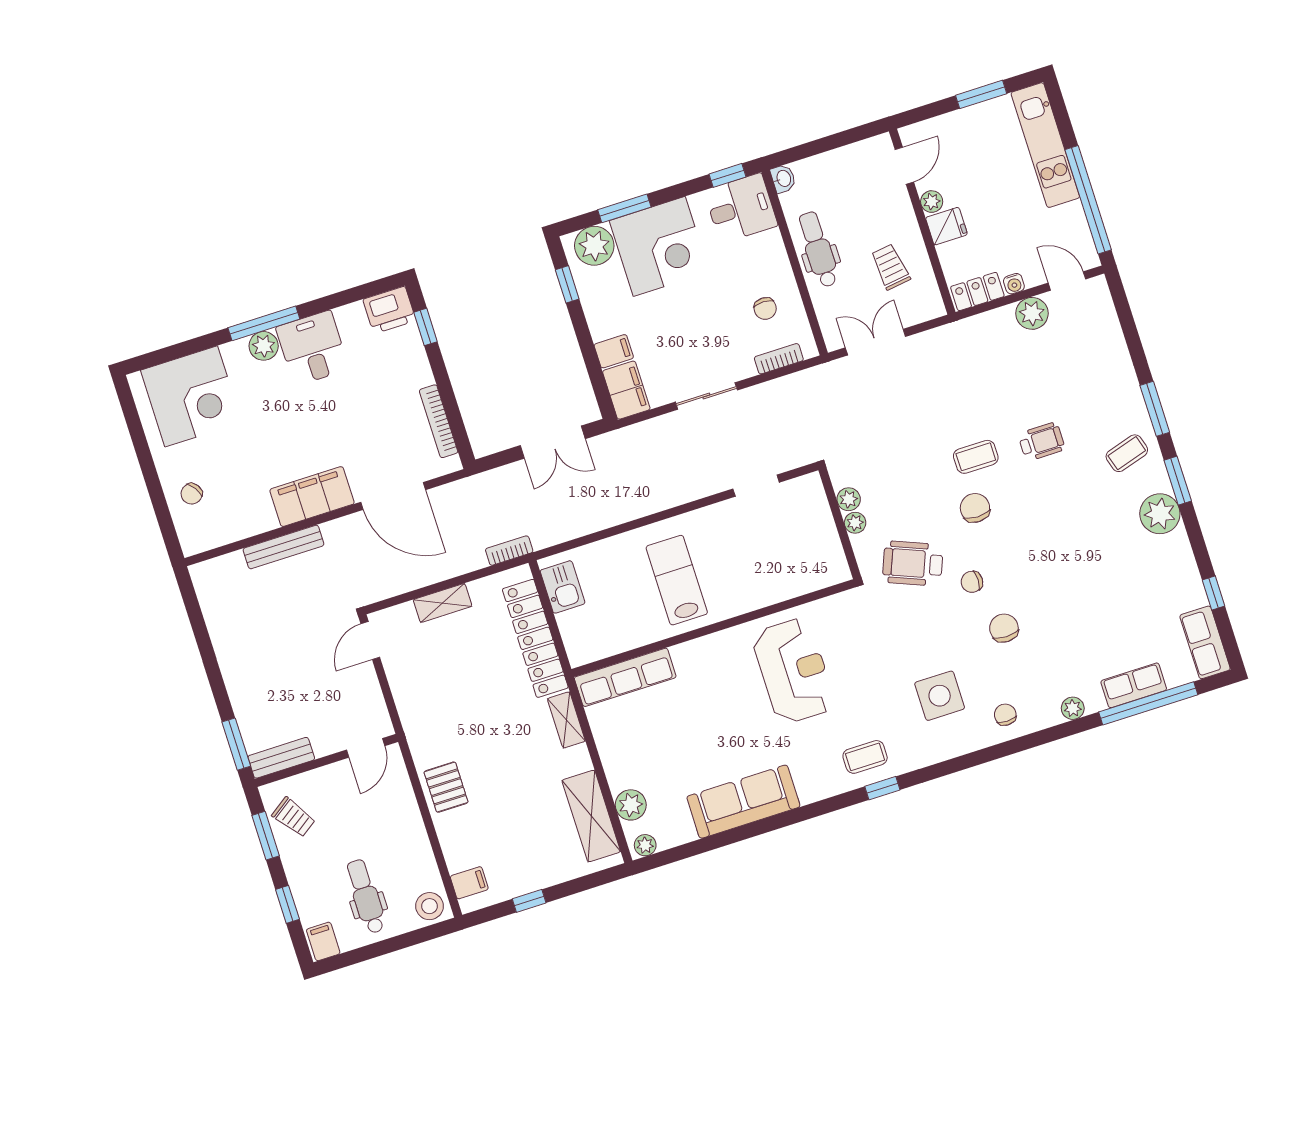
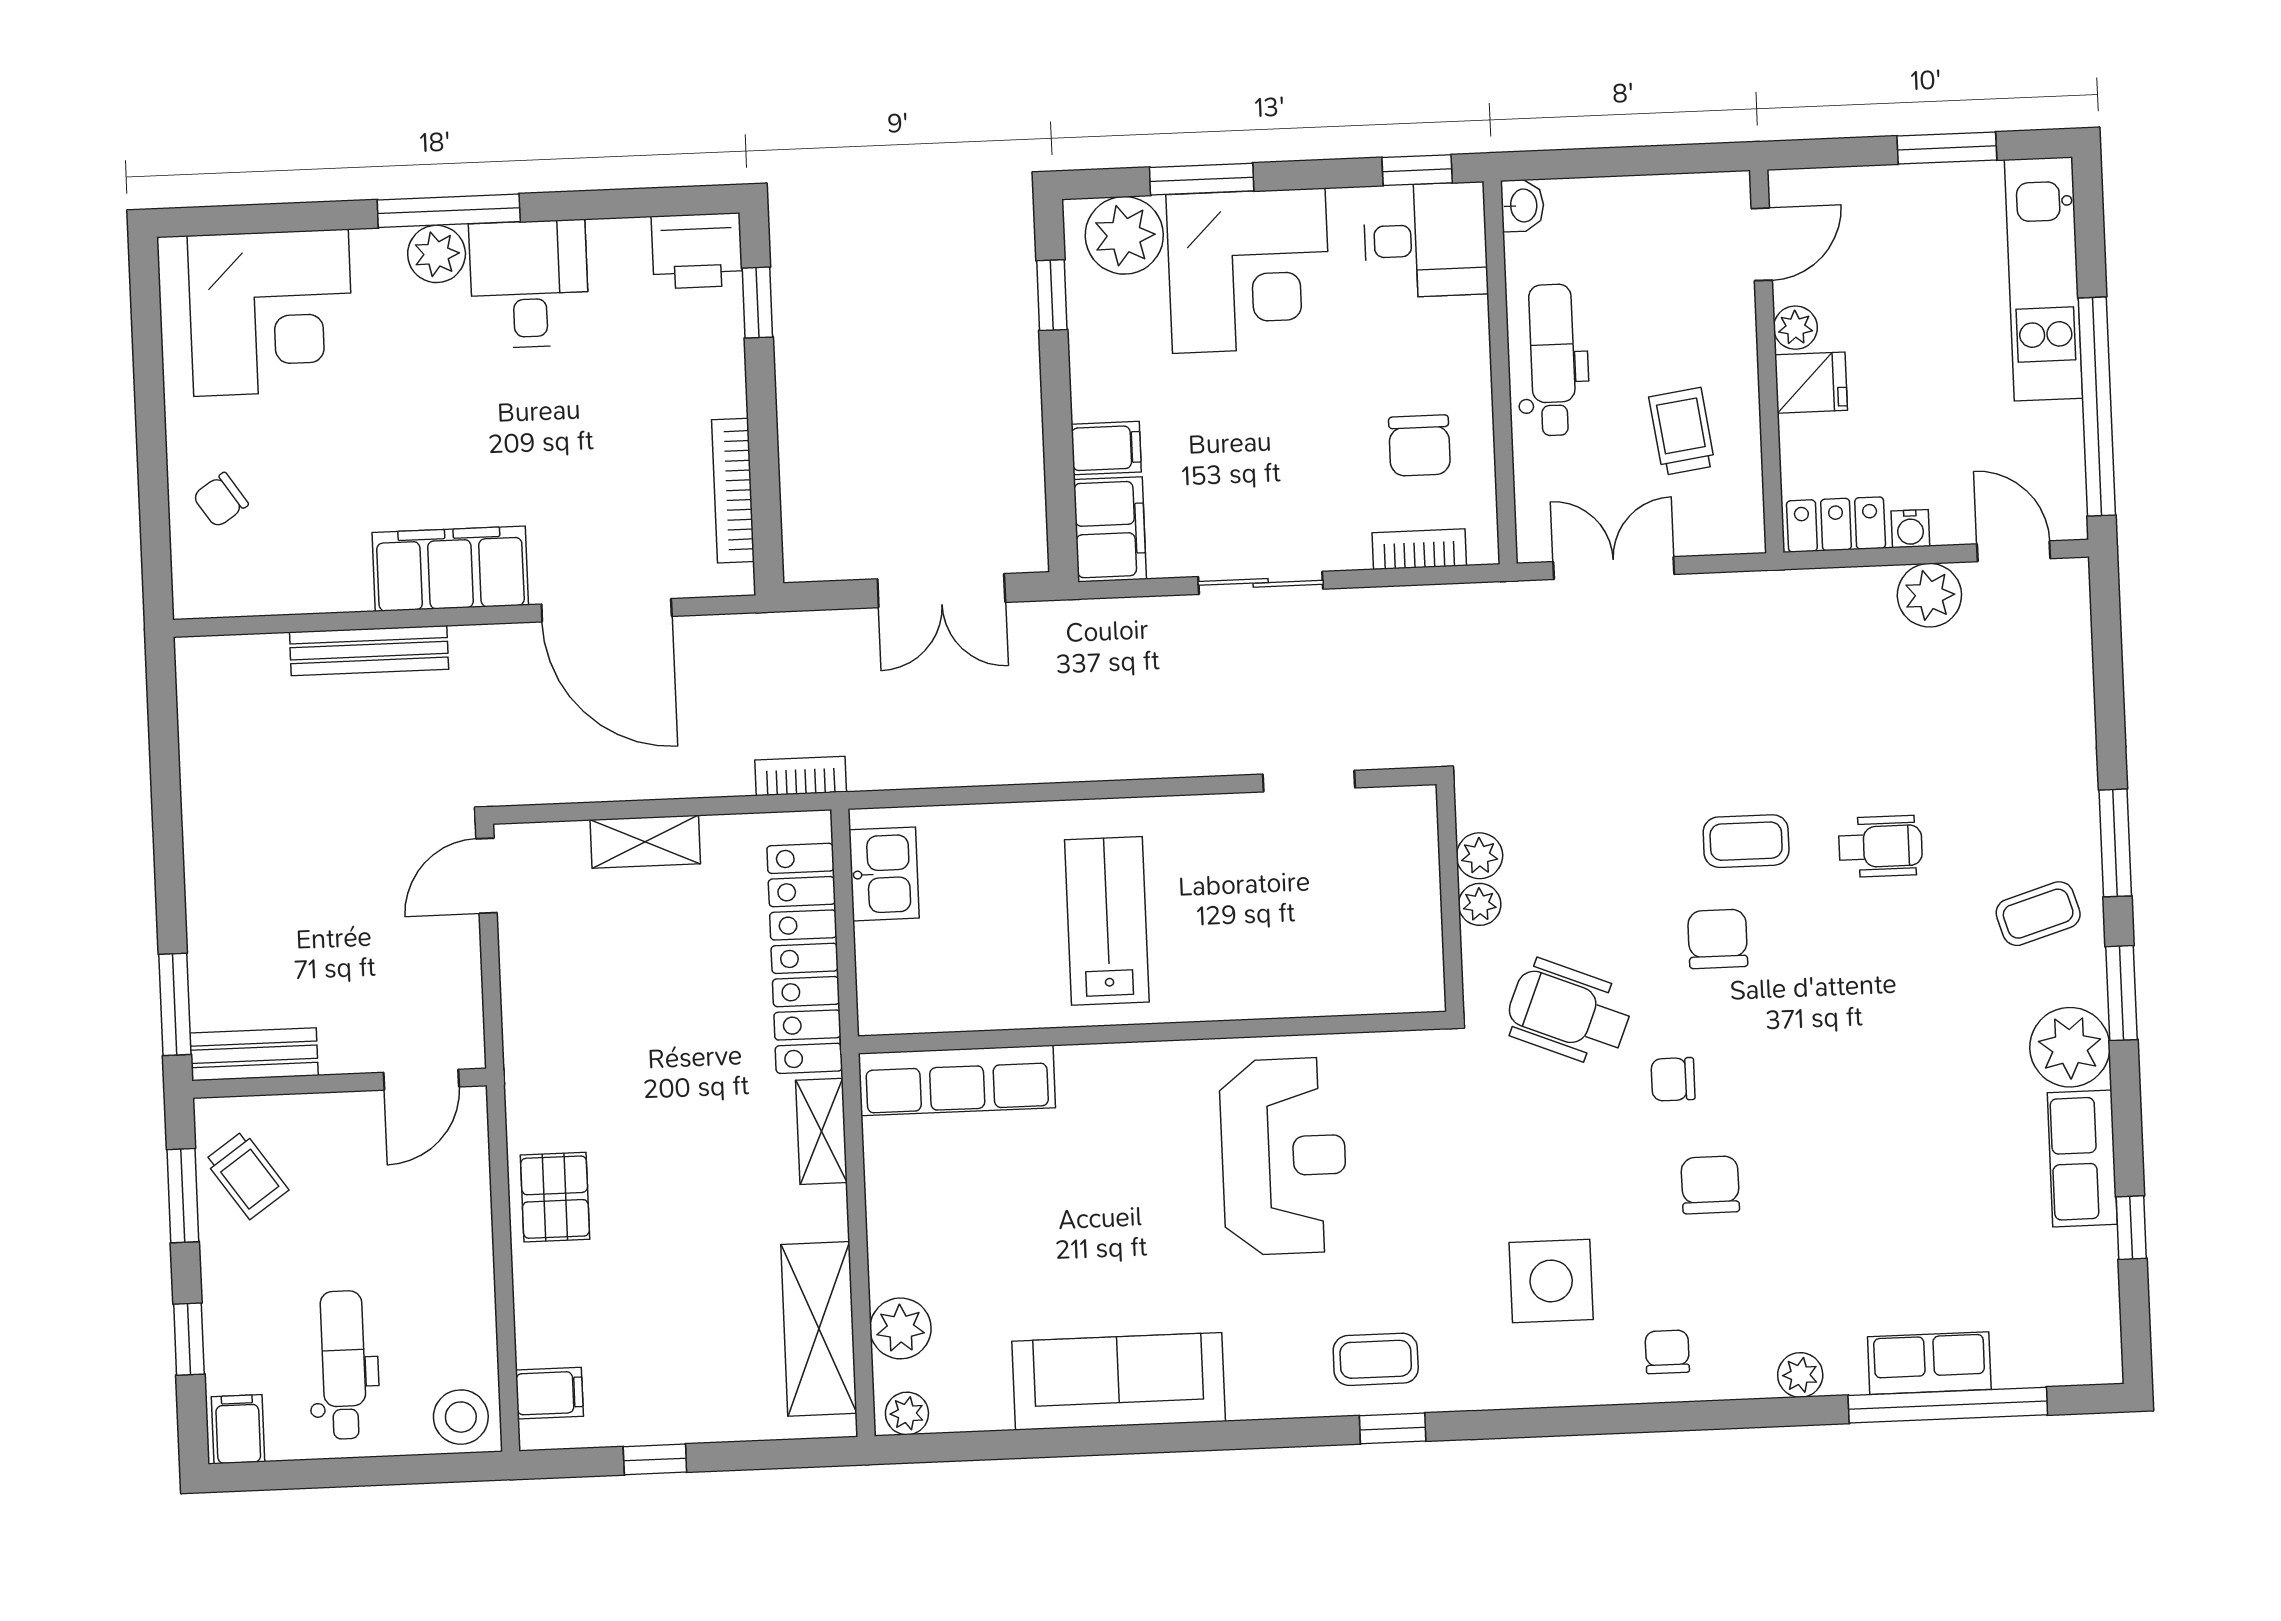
chair: (765, 308) -> (1420, 446), width x1.37, depth x1.37
row of seats: (1205, 642) -> (2082, 1158), moved

